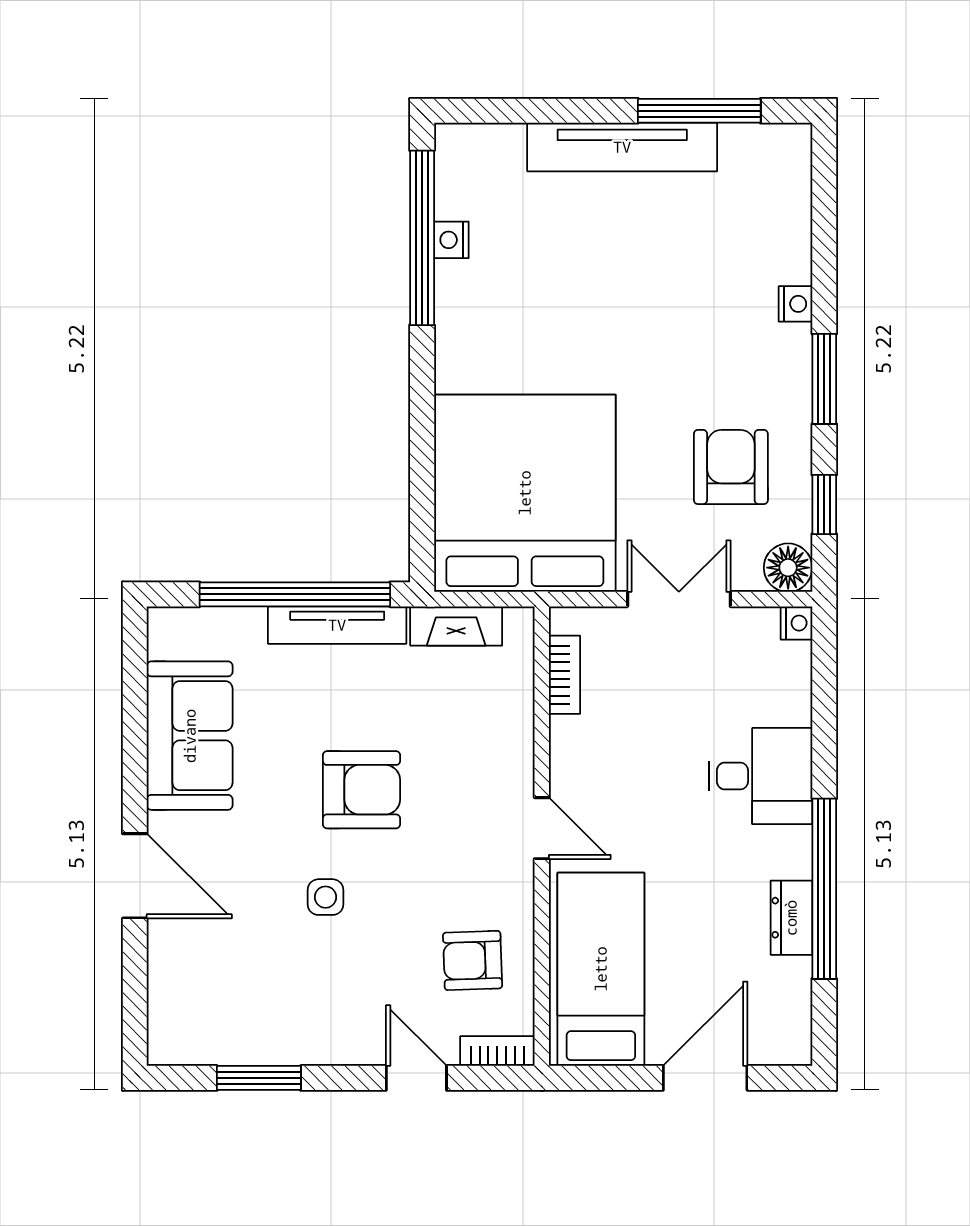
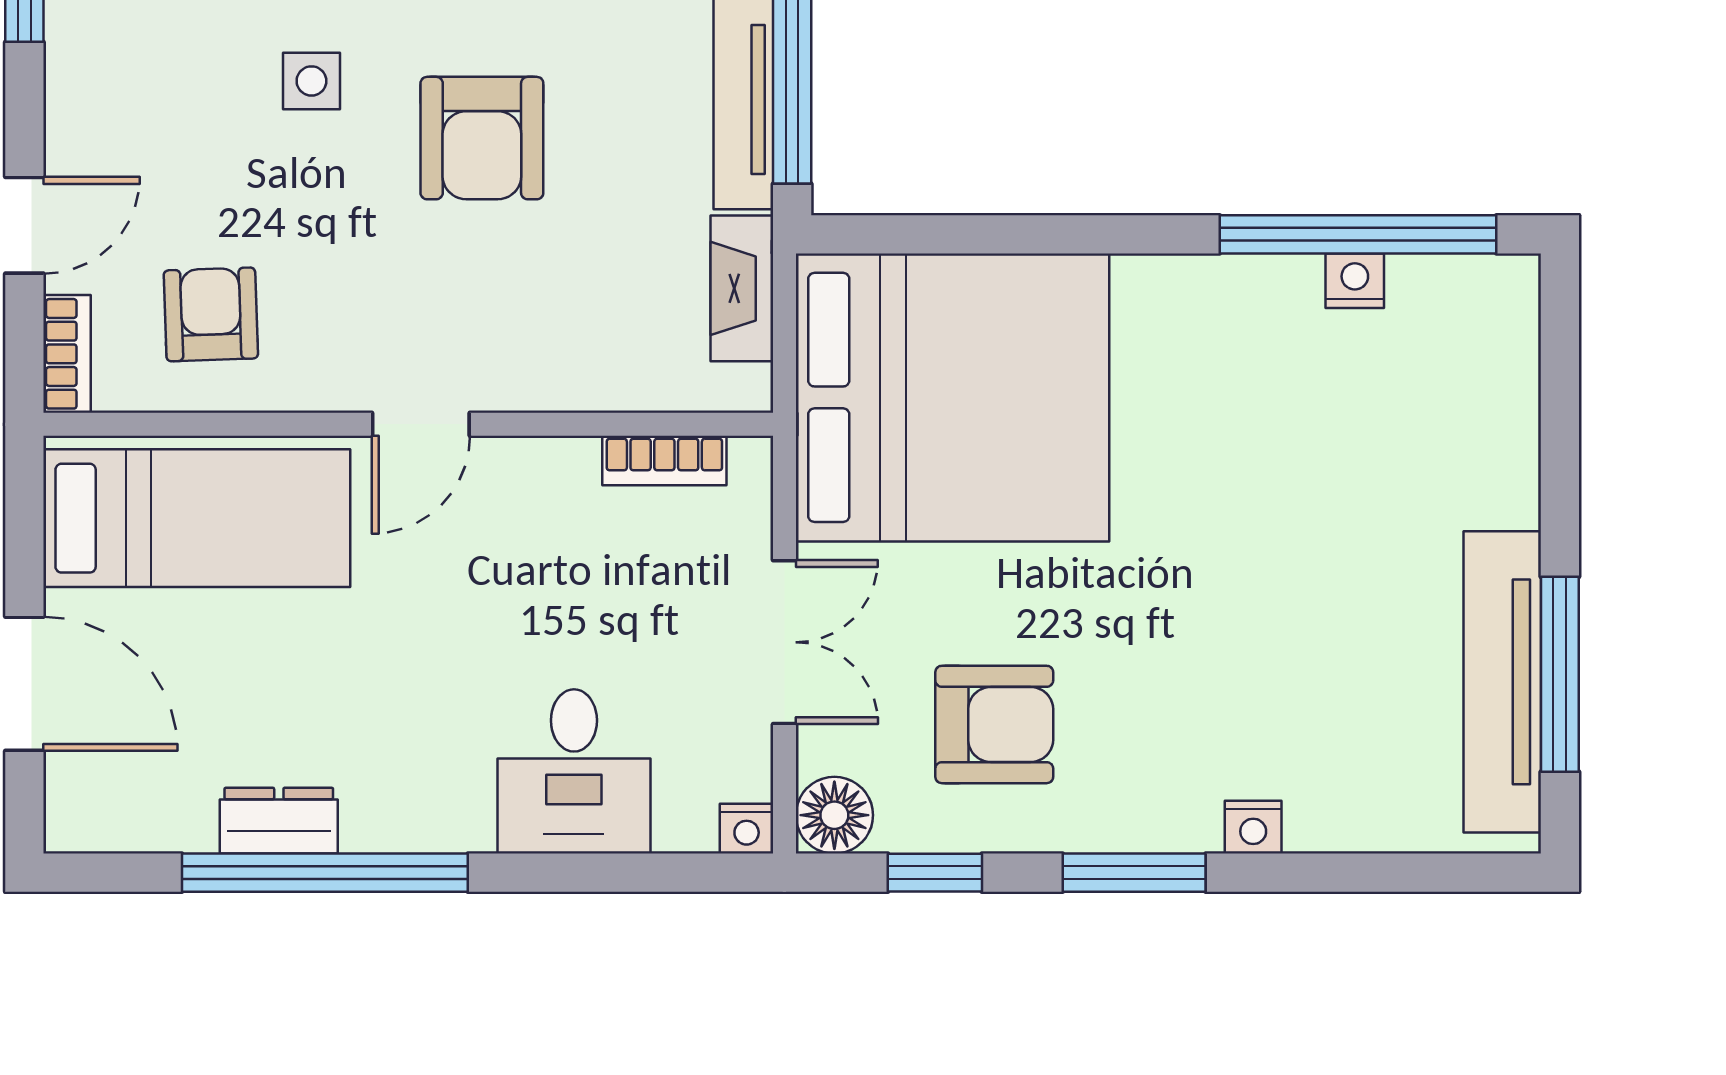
tv unit: (622, 147) -> (1502, 682), moved
desk: (760, 776) -> (574, 771), moved

